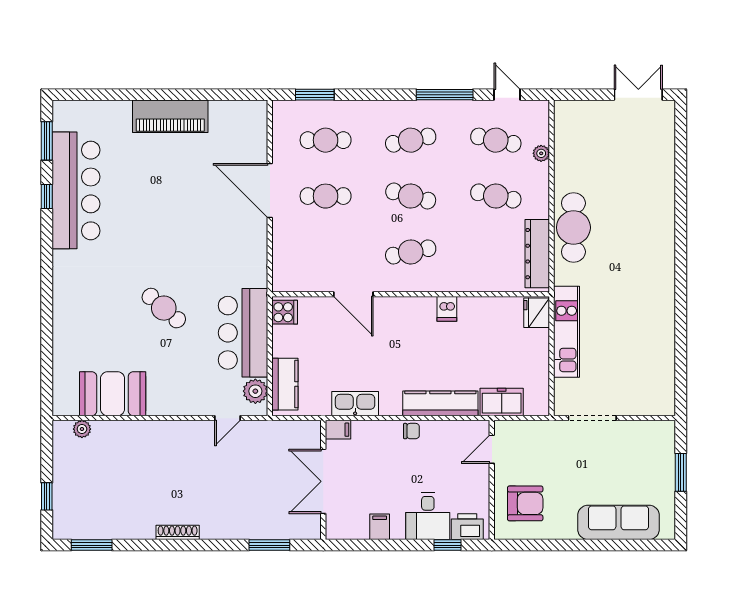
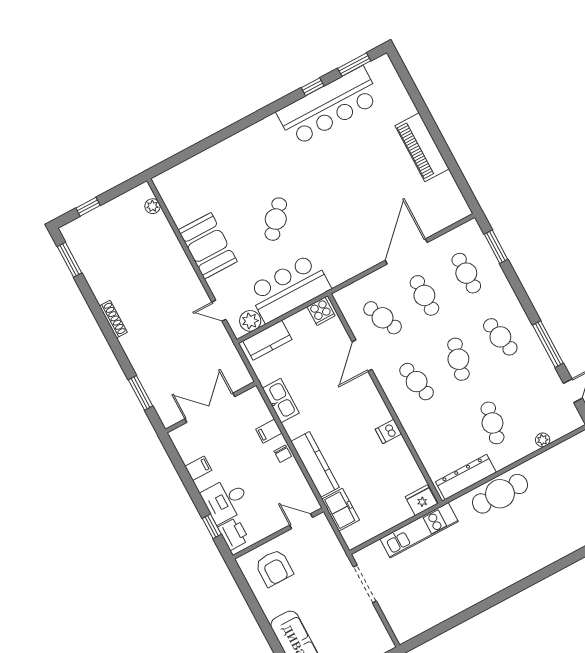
cafe table: (496, 140) -> (383, 318), moved, turned -36
booth: (113, 394) -> (208, 246), moved
filing cabinet: (338, 430) -> (269, 431), moved, turned 90

